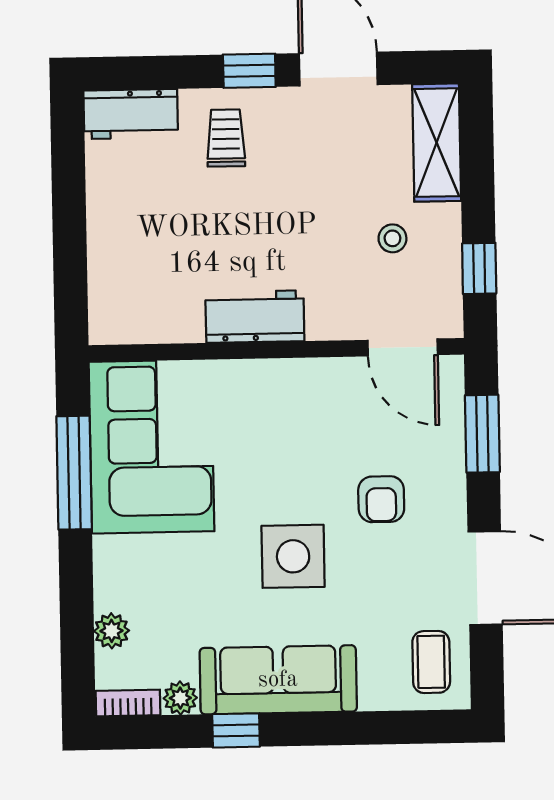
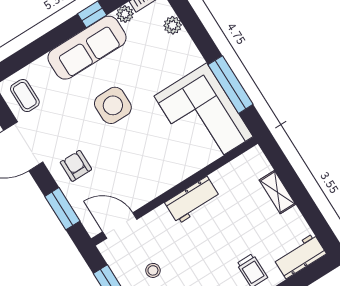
shelving: (104, 244) -> (277, 192), added
armchair: (381, 499) -> (76, 166), moved

